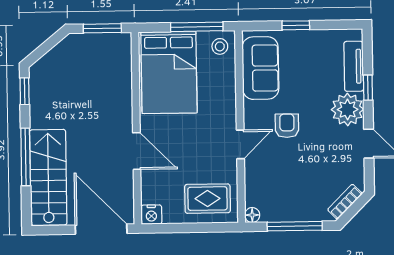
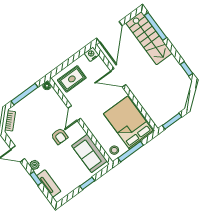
plant: (348, 109) -> (35, 165), width x0.53, depth x0.53
window: (26, 157) -> (155, 26), moved
door: (101, 229) -> (109, 32), hinge flipped

